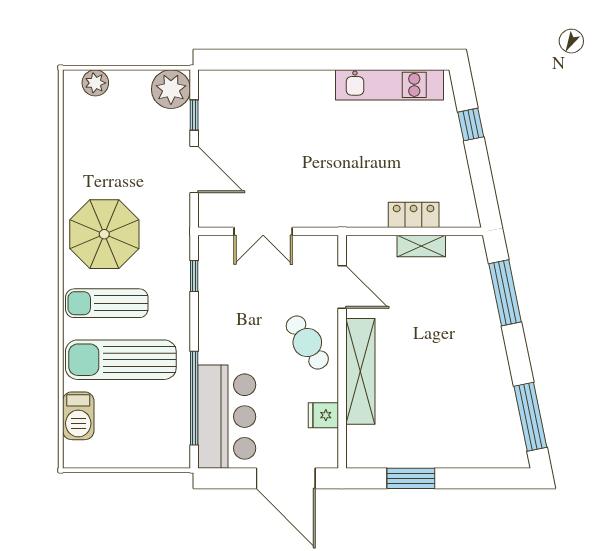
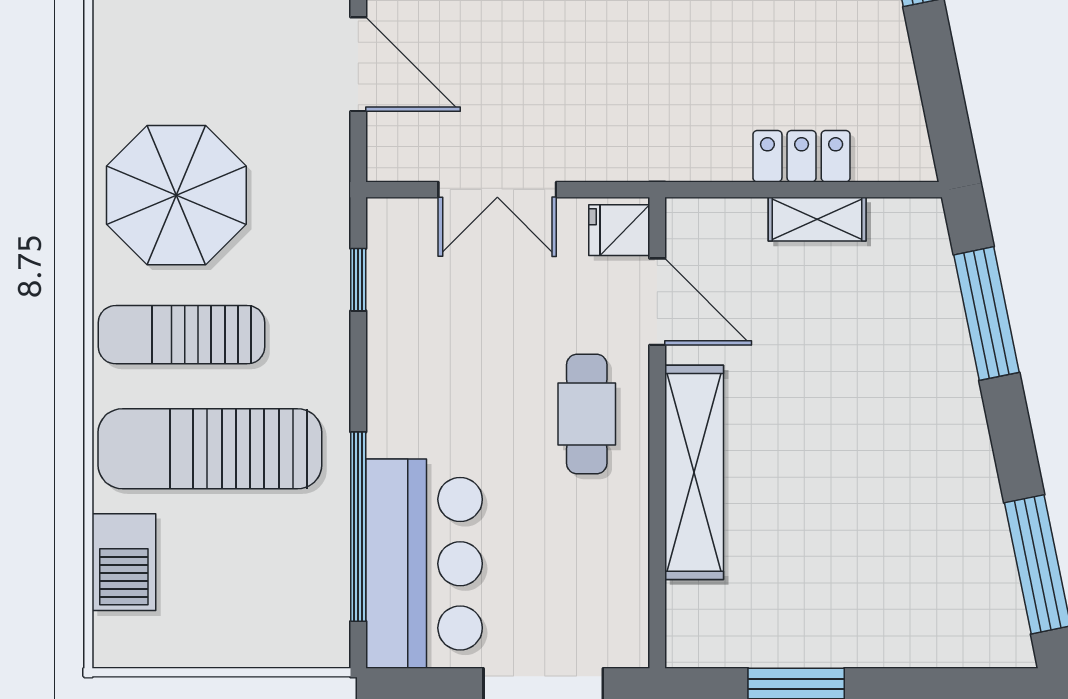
cafe table: (307, 343) -> (587, 414), turned 33
fridge: (323, 415) -> (619, 230), moved

